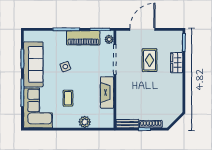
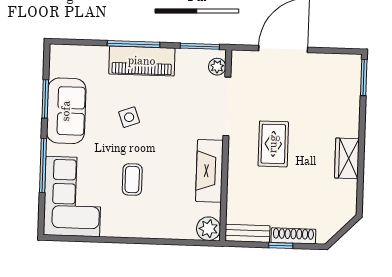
piano: (83, 38) -> (142, 61), moved
rug: (150, 60) -> (273, 144), moved
wardrobe: (177, 63) -> (347, 158), moved
sofa: (33, 64) -> (66, 111), width x0.73
plant: (85, 122) -> (208, 229), moved

